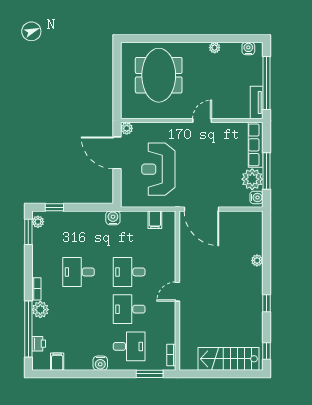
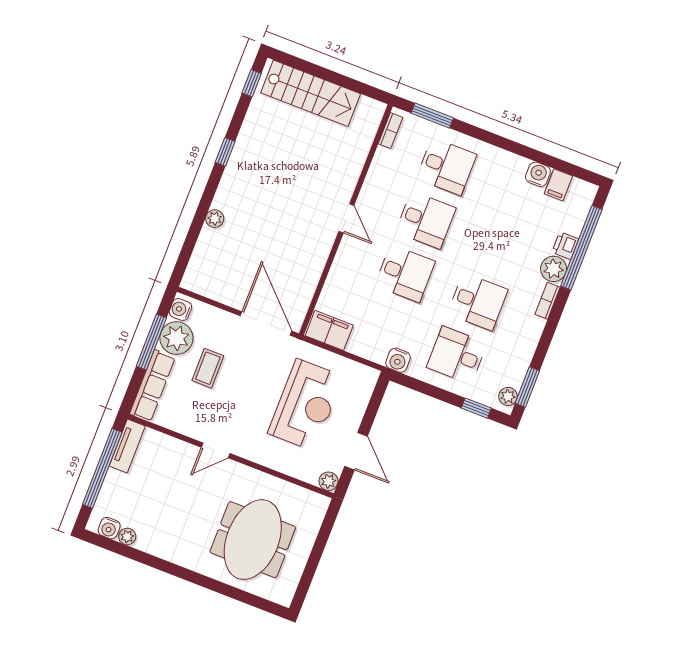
plant: (215, 48) -> (127, 536), moved
door: (117, 153) -> (356, 451), width x0.73
coffee table: (226, 168) -> (208, 368), added
filing cabinet: (155, 220) -> (329, 330), width x2.00
desk: (79, 235) -> (457, 355), added
door: (177, 292) -> (346, 218), hinge flipped
printer: (39, 344) -> (565, 246), moved
desk: (129, 346) -> (446, 166), turned 180
water cooler: (100, 363) -> (538, 174), moved

